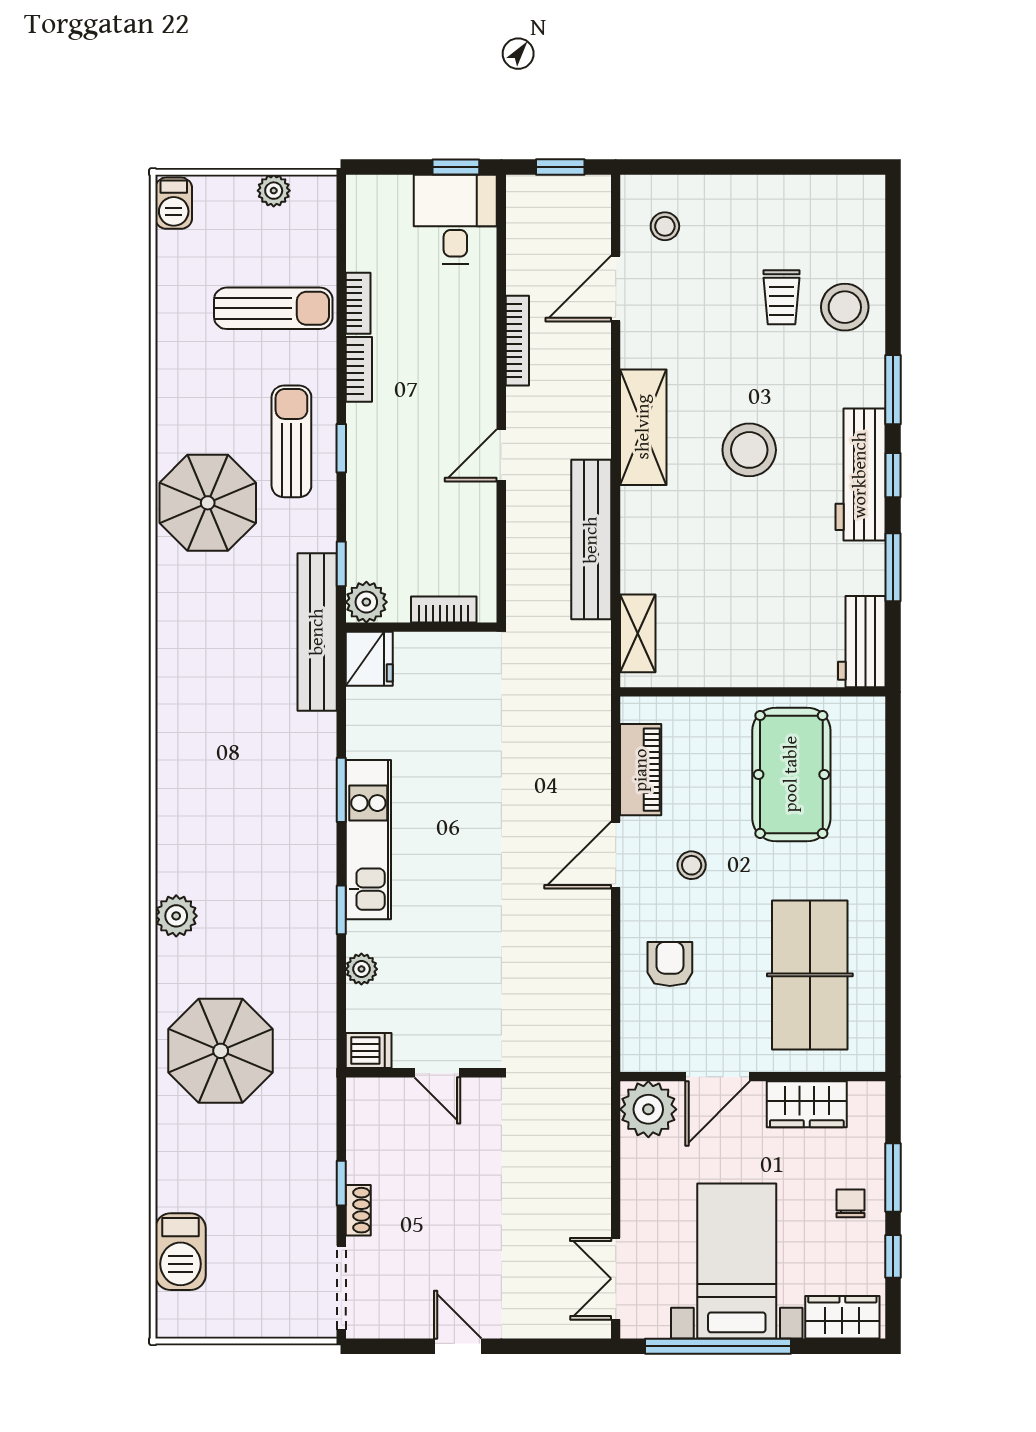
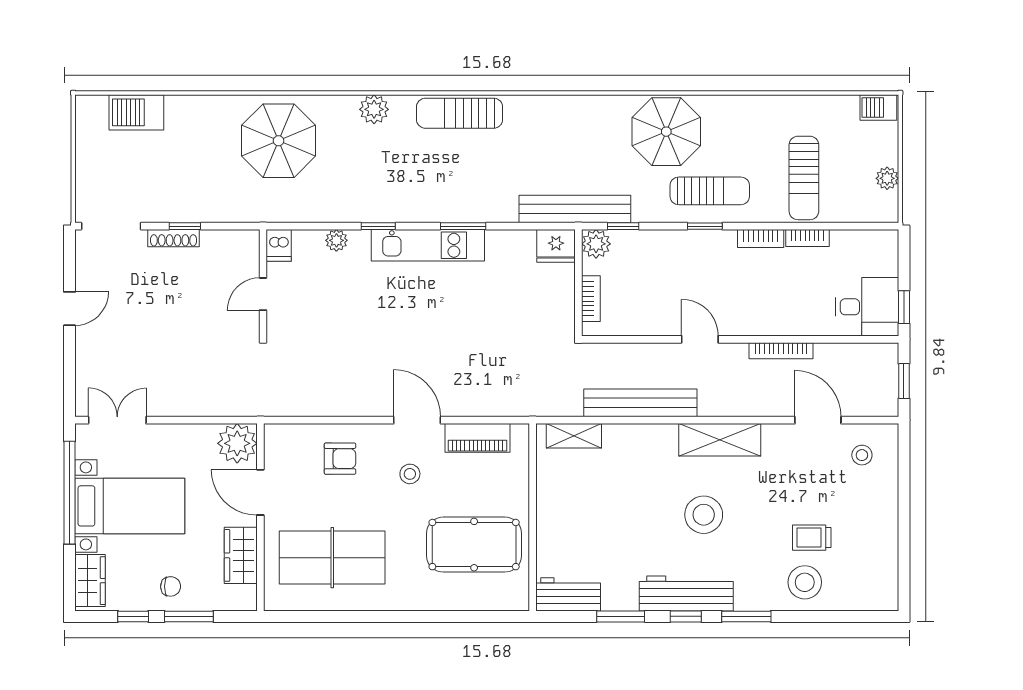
sun lounger: (182, 795) -> (460, 113), added
shoe rack: (358, 1210) -> (174, 238), width x1.43

